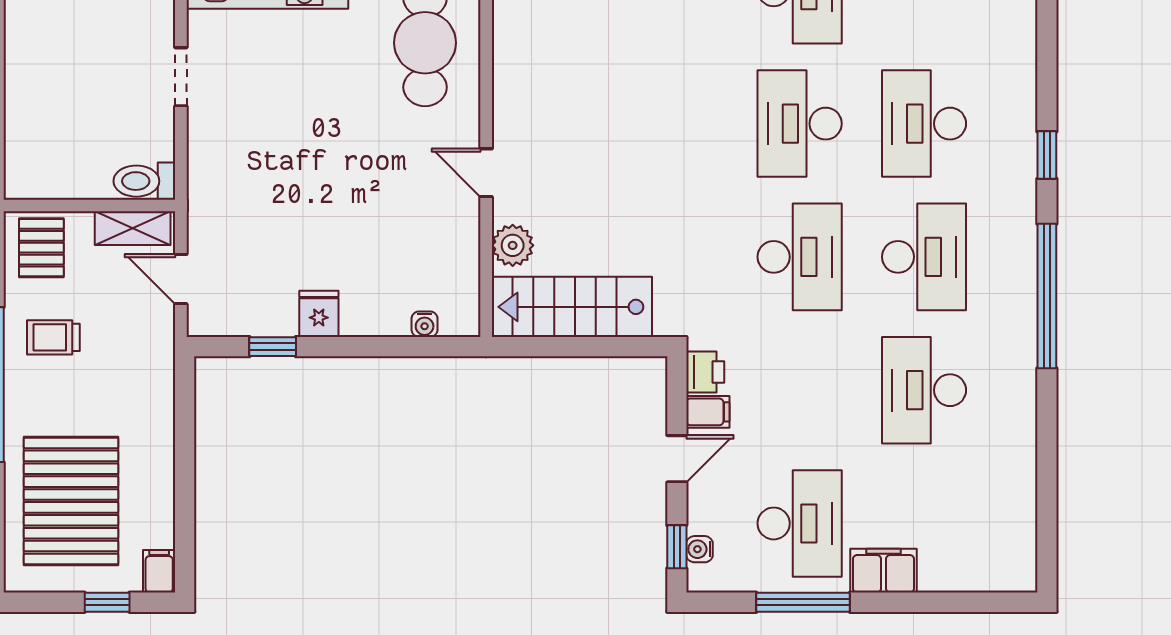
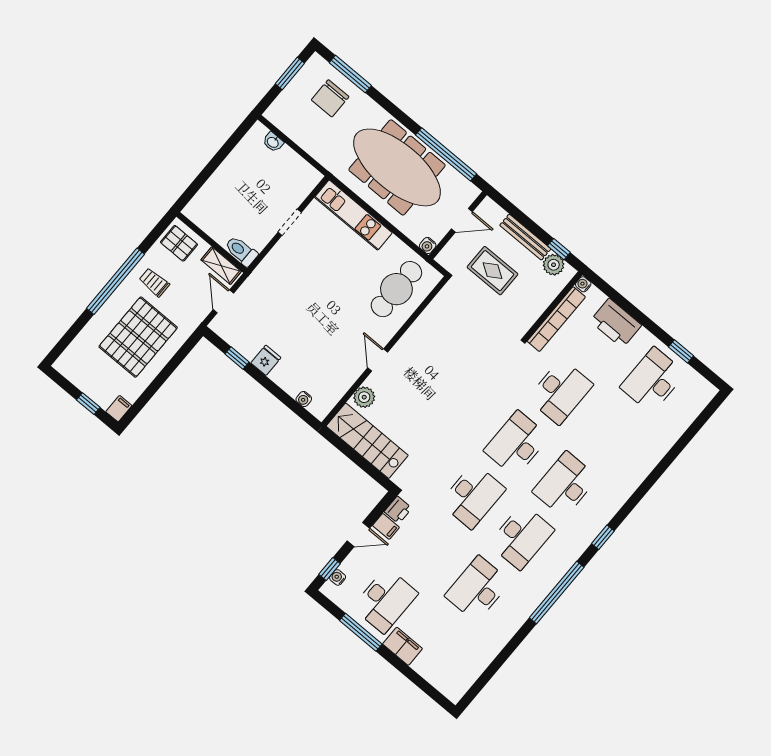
pallet: (41, 248) -> (179, 243), turned 90
pallet: (71, 501) -> (138, 337), moved

